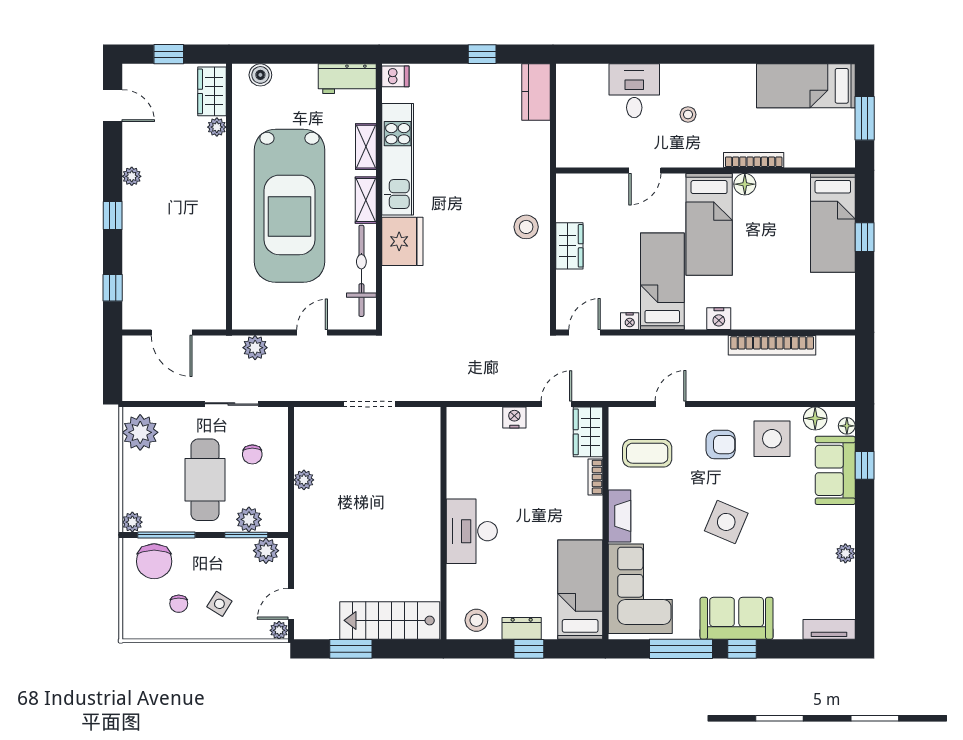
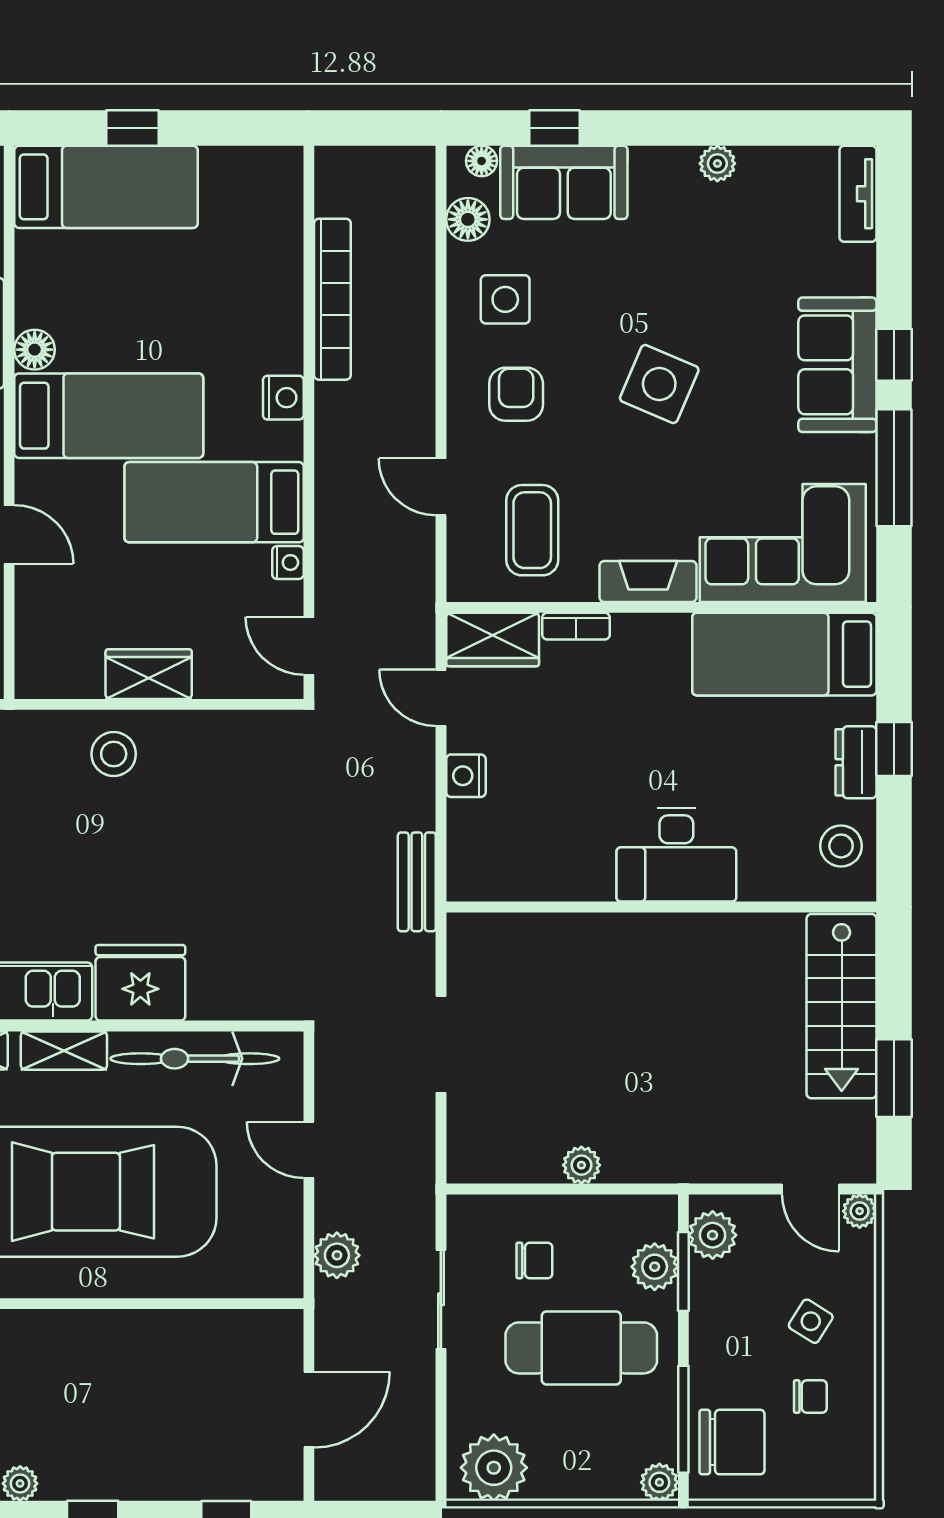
bench: (457, 391) -> (417, 882), added
side table: (772, 439) -> (505, 299), width x0.73, depth x0.73

